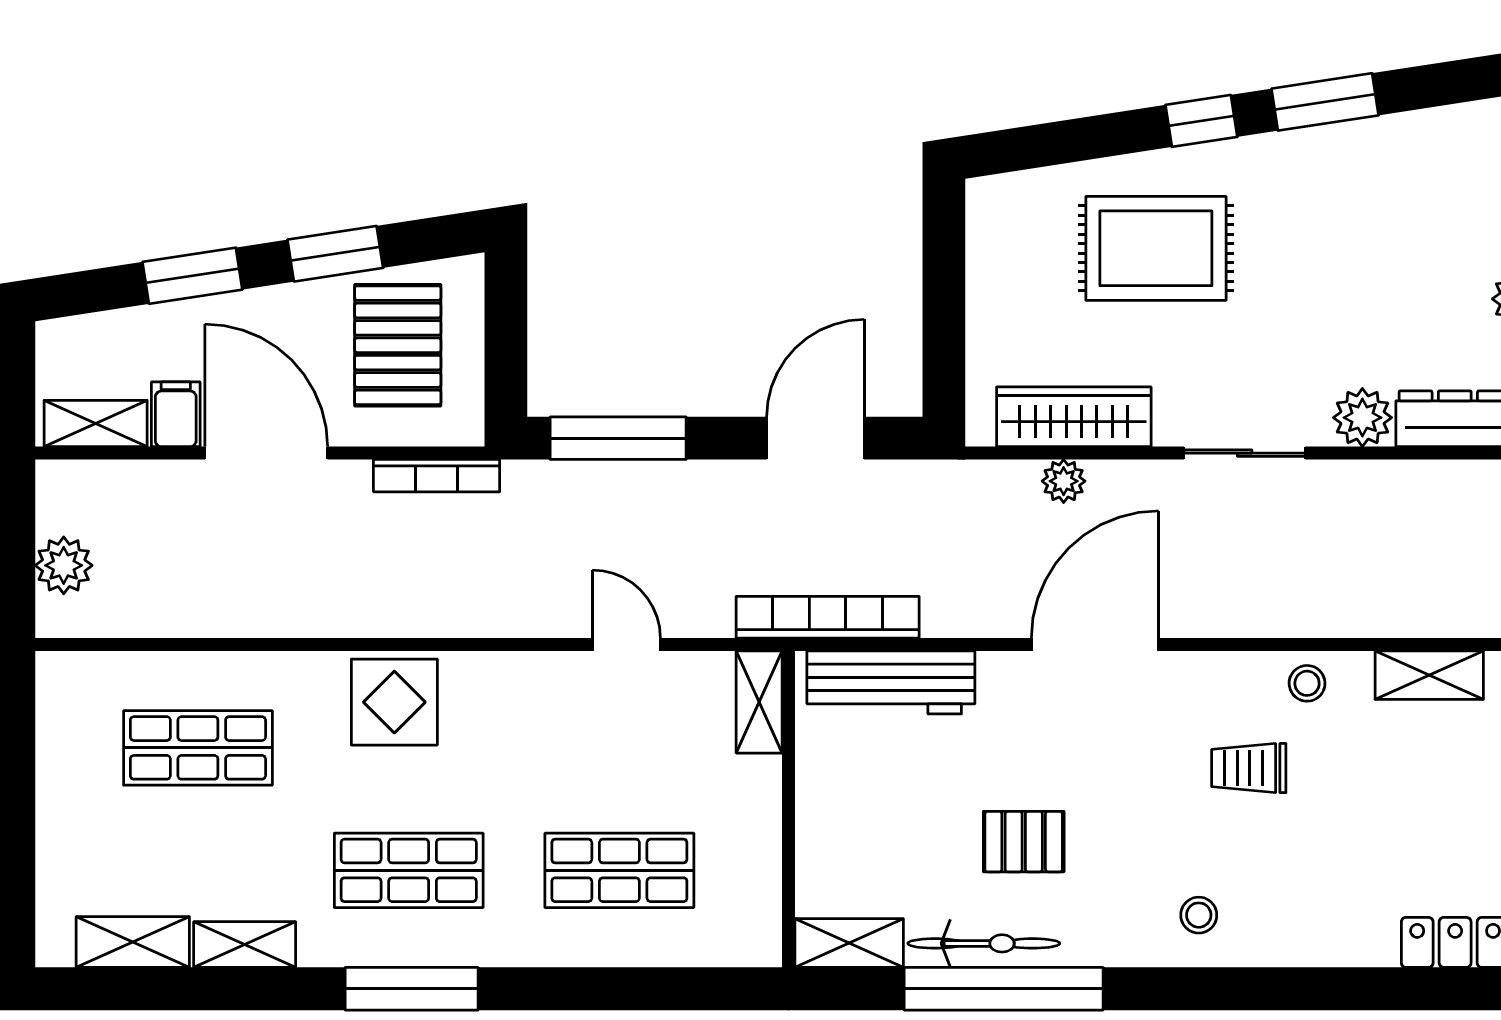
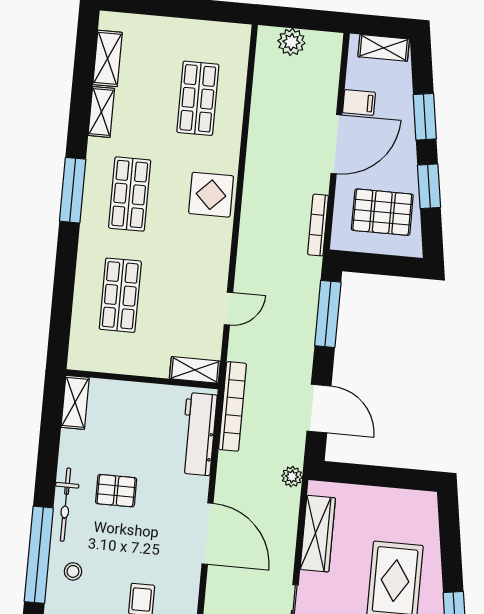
shelving: (96, 424) -> (384, 48), moved, turned 90
plant: (1064, 481) -> (292, 477), moved
pallet: (1024, 842) -> (116, 491), turned 90
bicycle: (984, 943) -> (65, 505), moved
window: (1004, 989) -> (39, 555), moved

